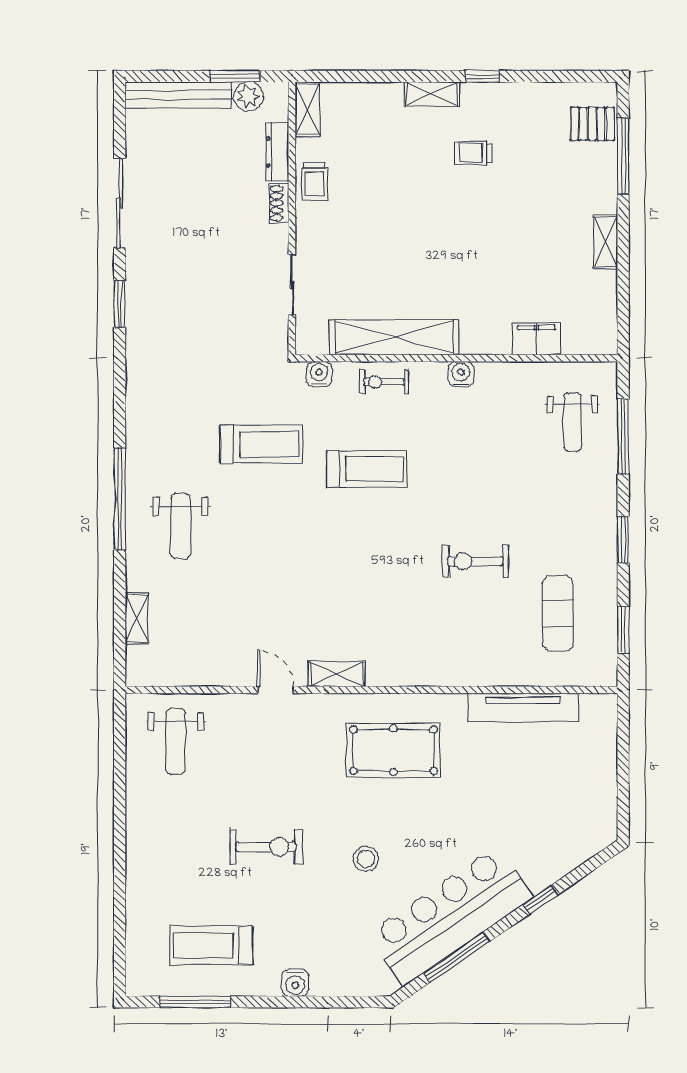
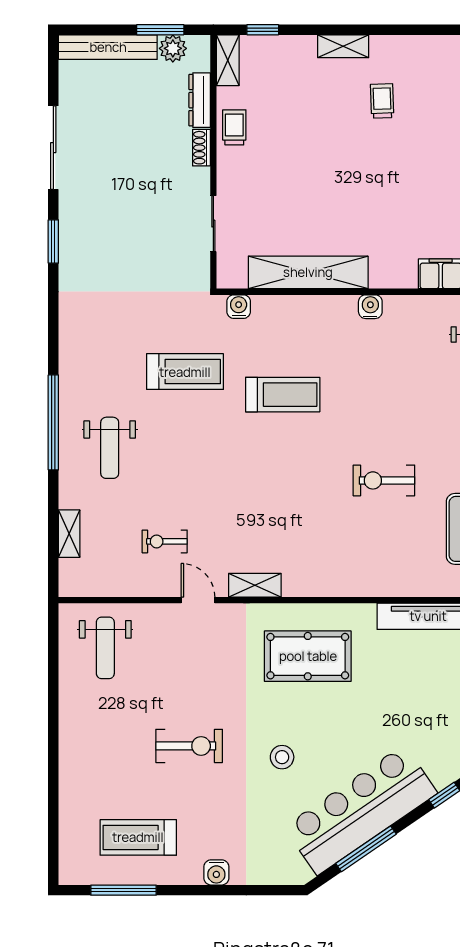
window: (482, 76) -> (263, 30), moved
trolley: (473, 153) -> (382, 101), turned 88
trolley: (314, 181) -> (234, 127), turned 180
exercise bike: (384, 382) -> (165, 541), moved

